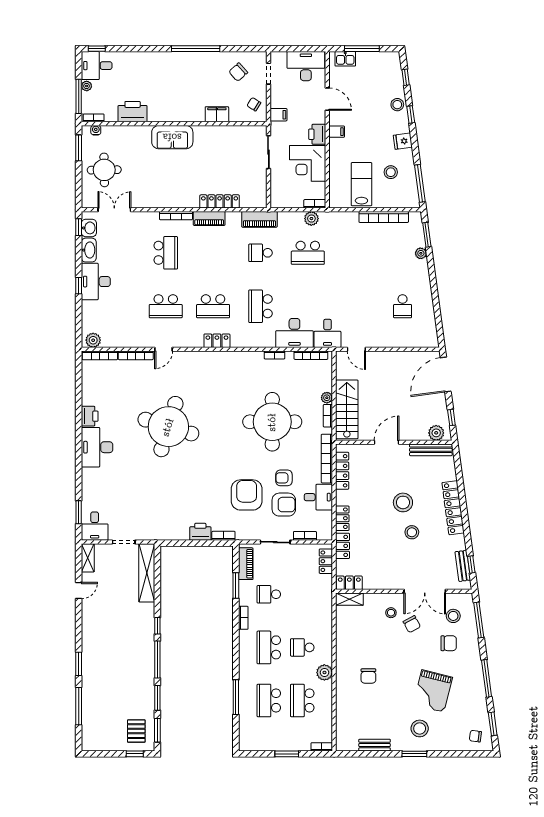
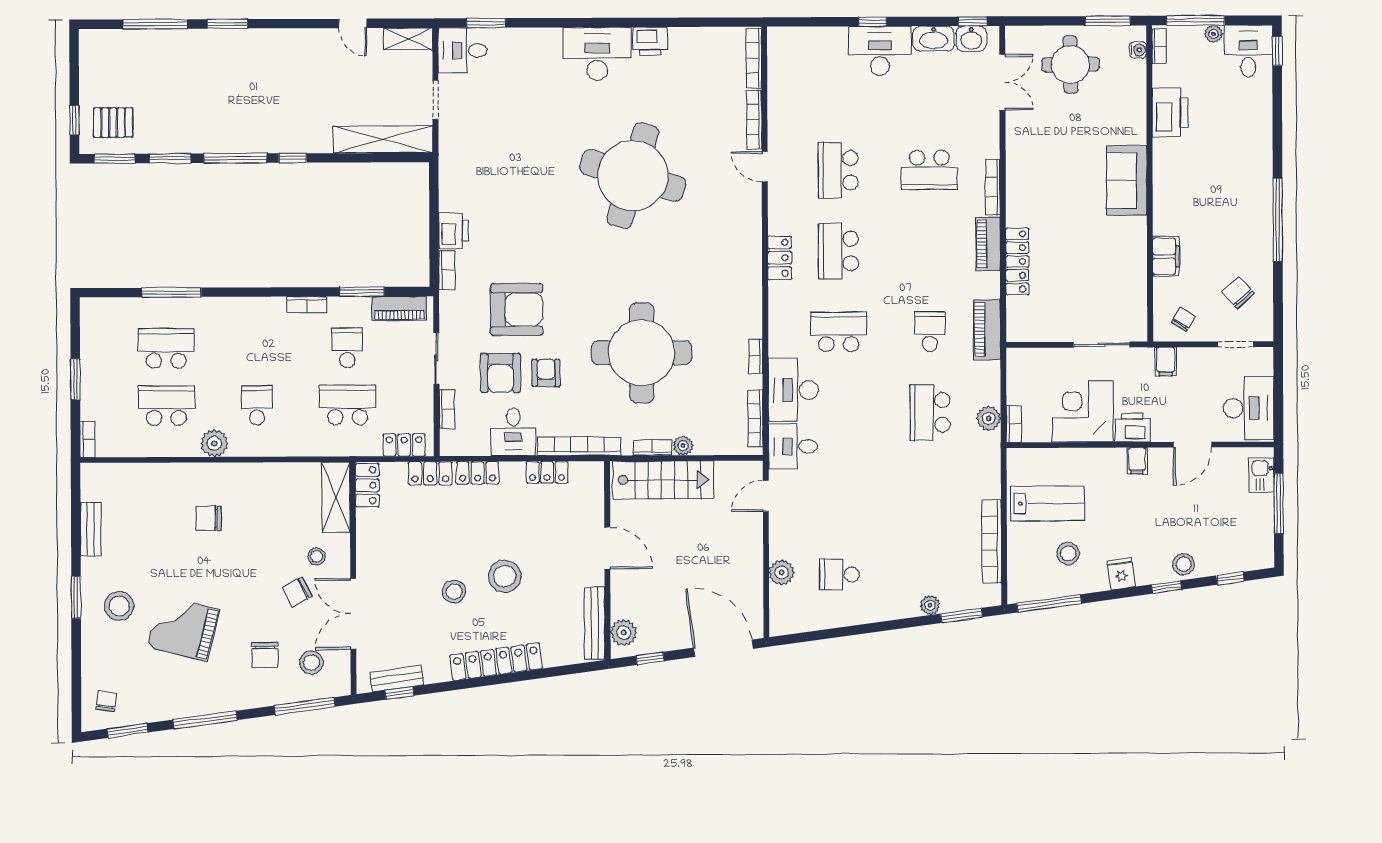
plant: (93, 340) -> (782, 573), moved
locker: (342, 471) -> (547, 472), width x0.66
shelving: (349, 599) -> (336, 497), width x1.50, depth x1.33
school desk: (269, 647) -> (347, 405), moved

